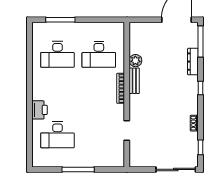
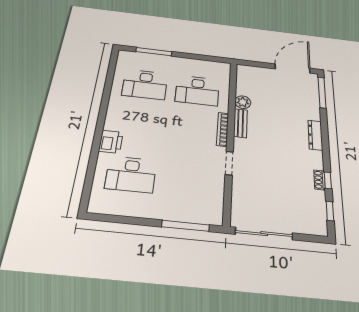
dresser: (193, 62) -> (315, 135), moved
window: (201, 88) -> (328, 180), moved
doorway: (127, 130) -> (229, 163), moved
window: (78, 169) -> (186, 226), moved
sliding door: (176, 169) -> (264, 234), moved

